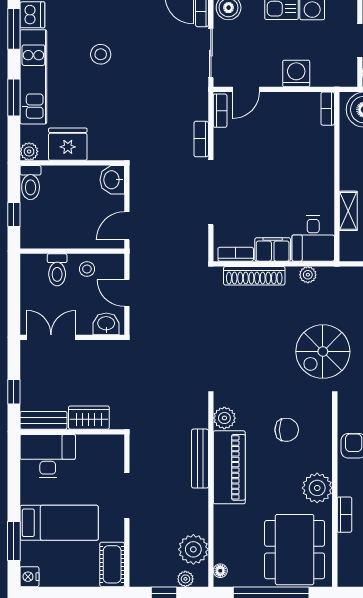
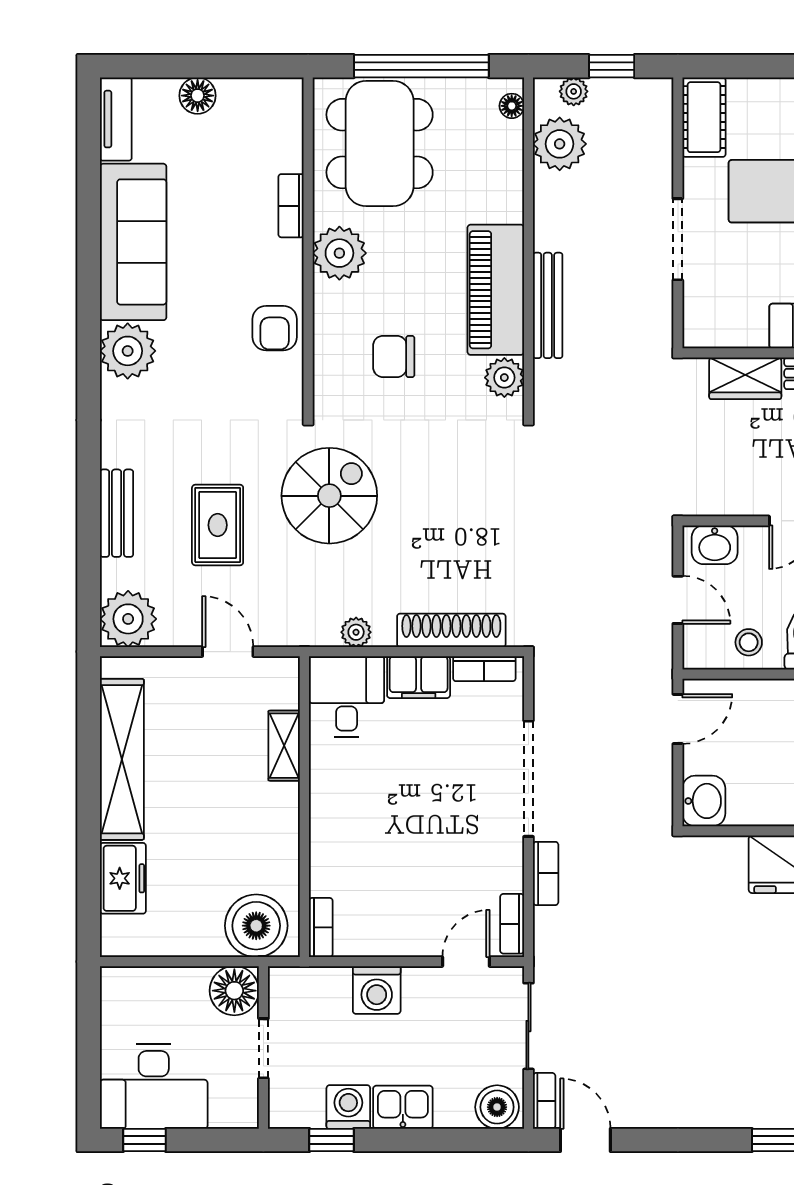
stool: (101, 54) -> (724, 1024), removed

